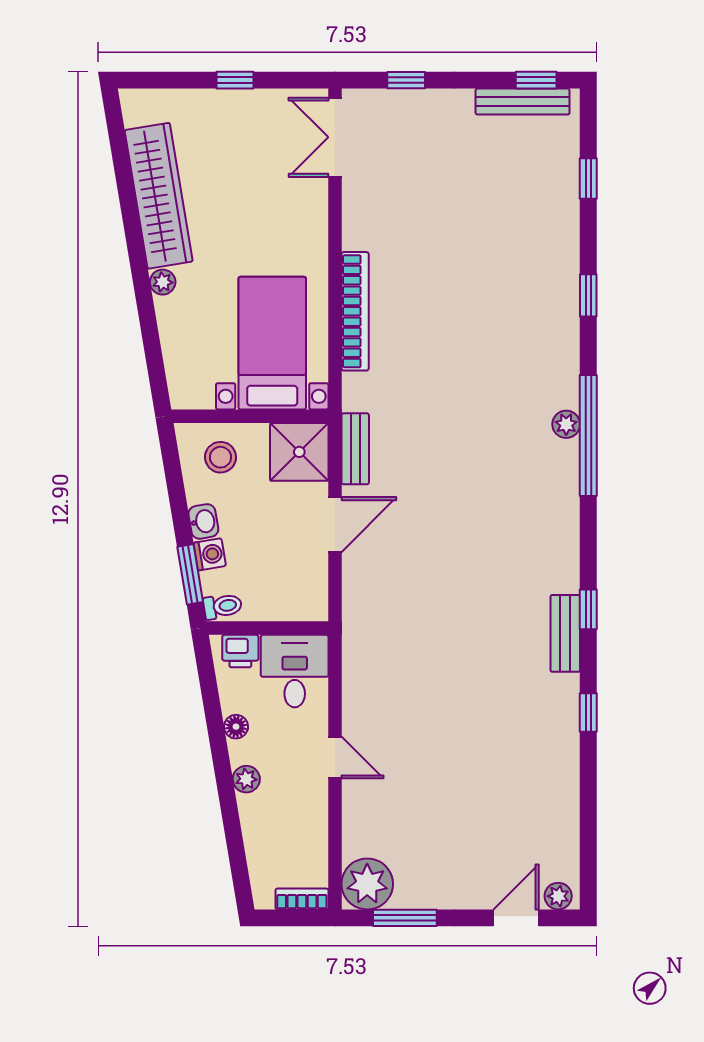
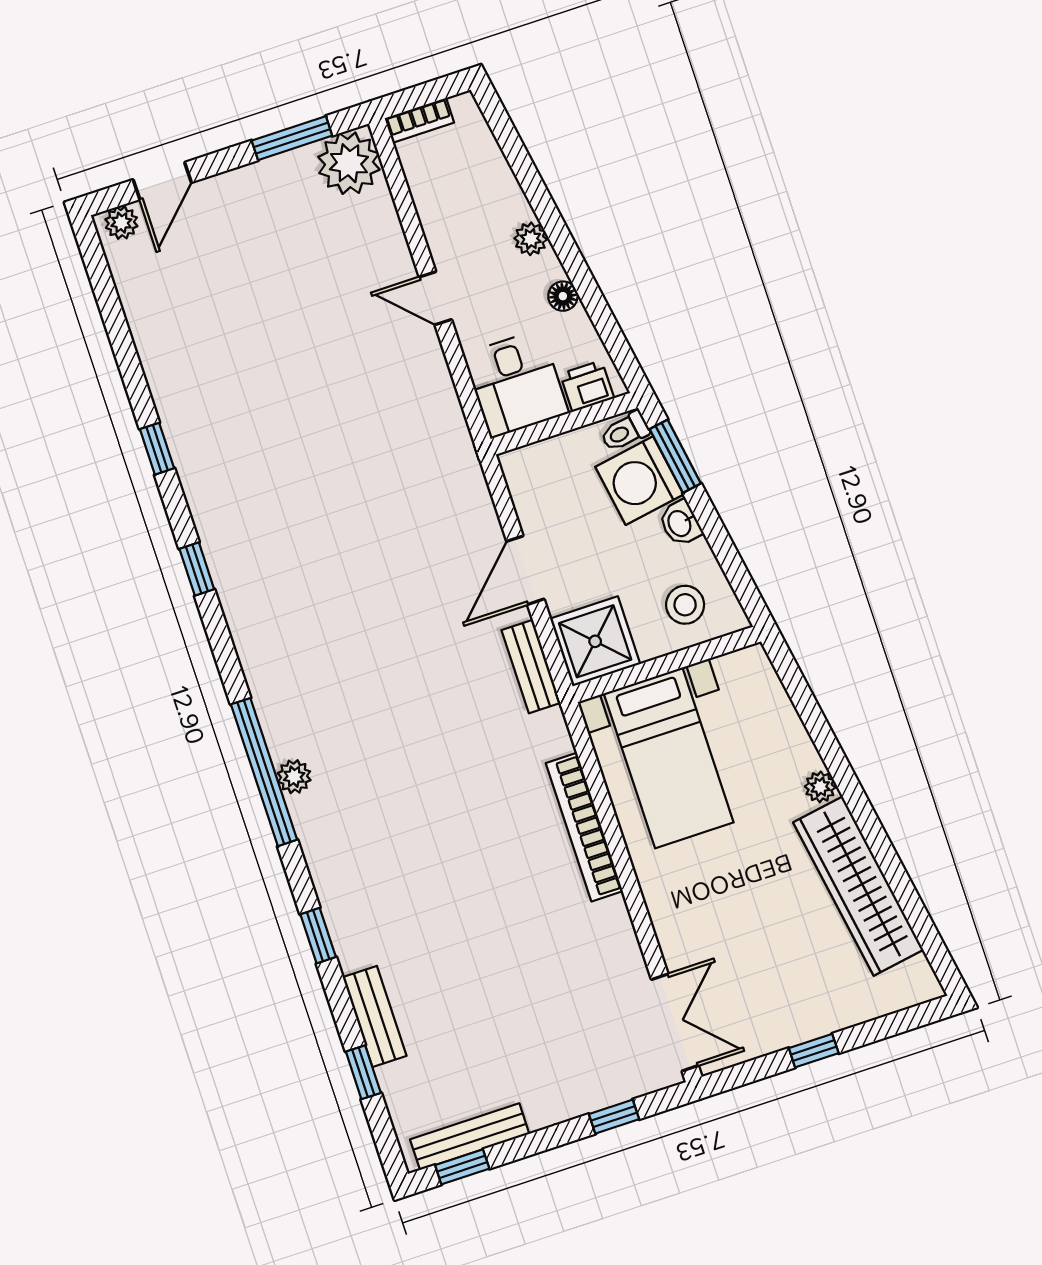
washing machine: (210, 554) -> (639, 481), width x1.89, depth x1.89
bench: (565, 633) -> (375, 1017), moved

